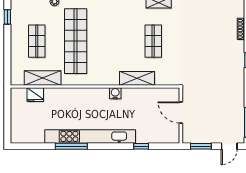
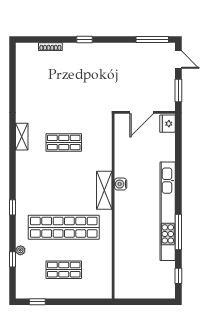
shelving: (43, 78) -> (104, 263), removed
shelving: (137, 78) -> (104, 190), moved
fridge: (35, 95) -> (168, 124), moved, turned 180
window: (141, 146) -> (178, 276), moved

